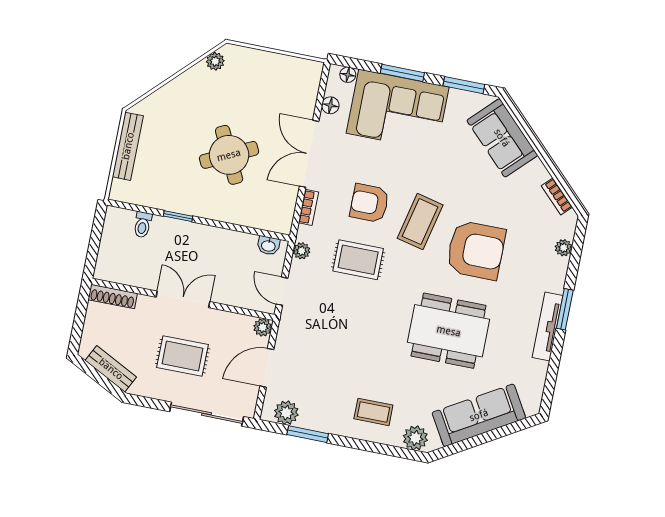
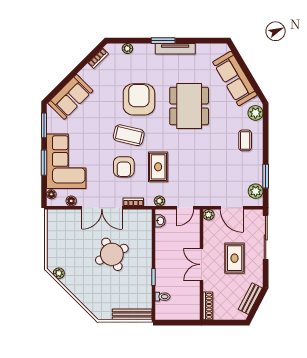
bench: (128, 146) -> (132, 314), moved

